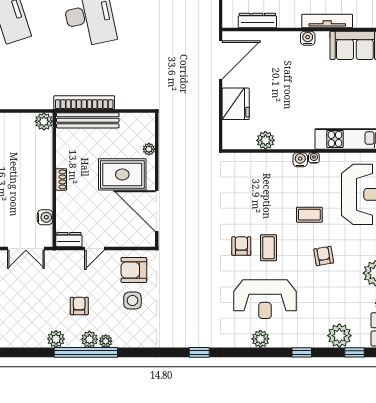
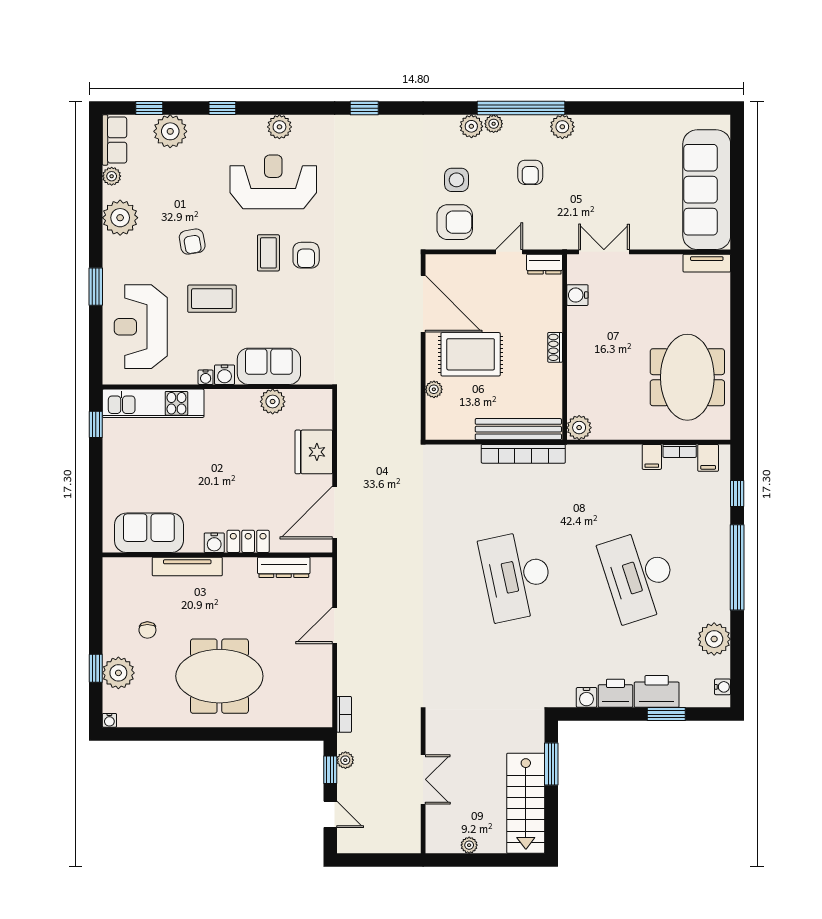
locker: (283, 39) -> (248, 541), added
sofa: (268, 166) -> (269, 366), added
coffee table: (309, 215) -> (212, 299), width x1.36, depth x1.30
plant: (89, 339) -> (471, 126), moved

